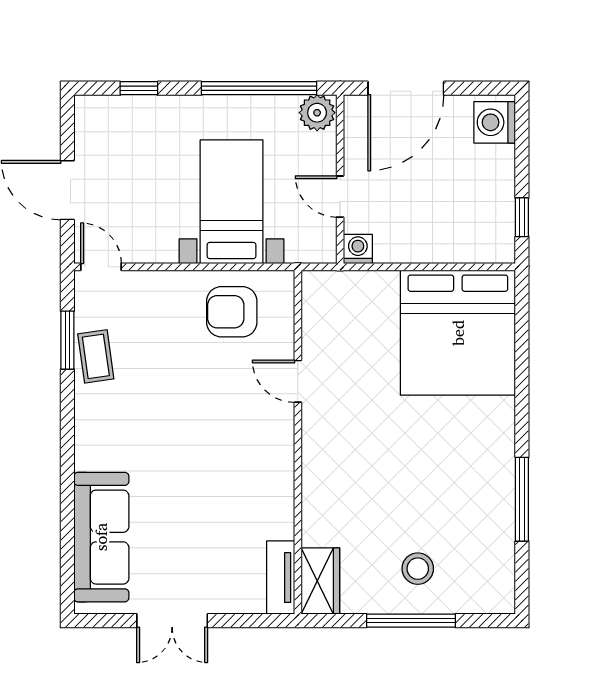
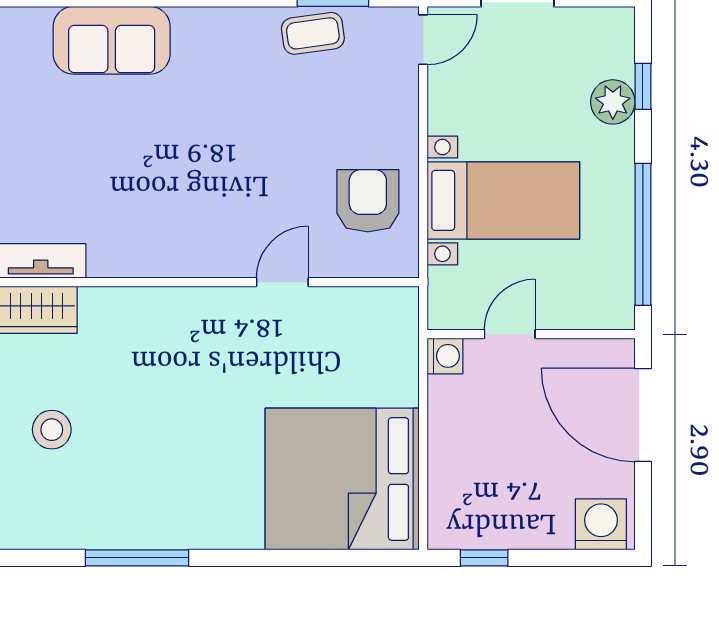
plant: (317, 113) -> (613, 102), moved
sofa: (101, 537) -> (112, 40), width x0.73

